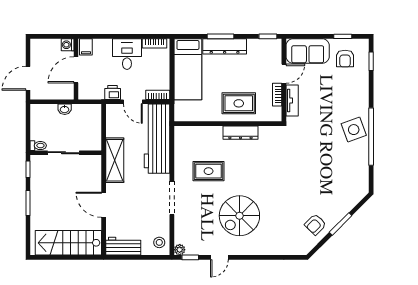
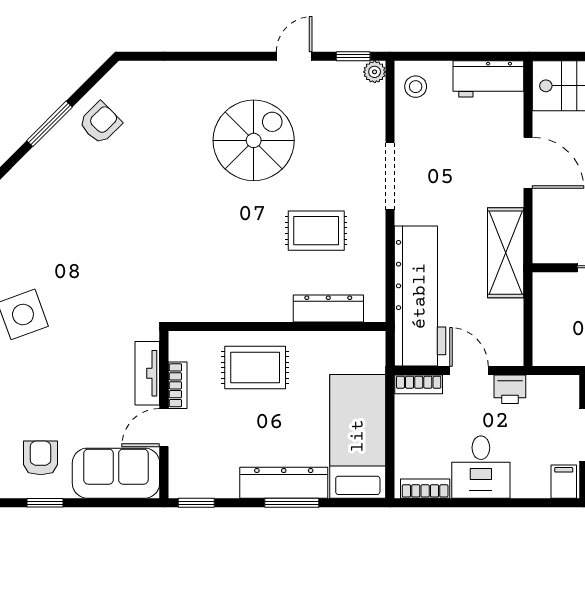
dresser: (240, 133) -> (328, 308), moved

